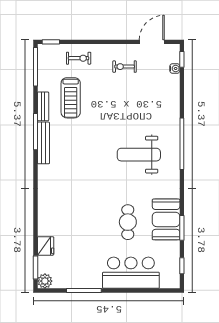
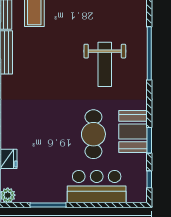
weight bench: (139, 155) -> (105, 64), turned -90
cafe table: (128, 222) -> (93, 134), width x1.37, depth x1.35

